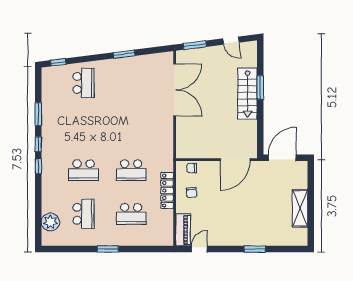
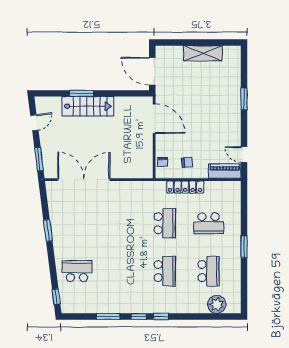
school desk: (84, 214) -> (209, 271), turned 90
school desk: (131, 214) -> (209, 223), turned 90

